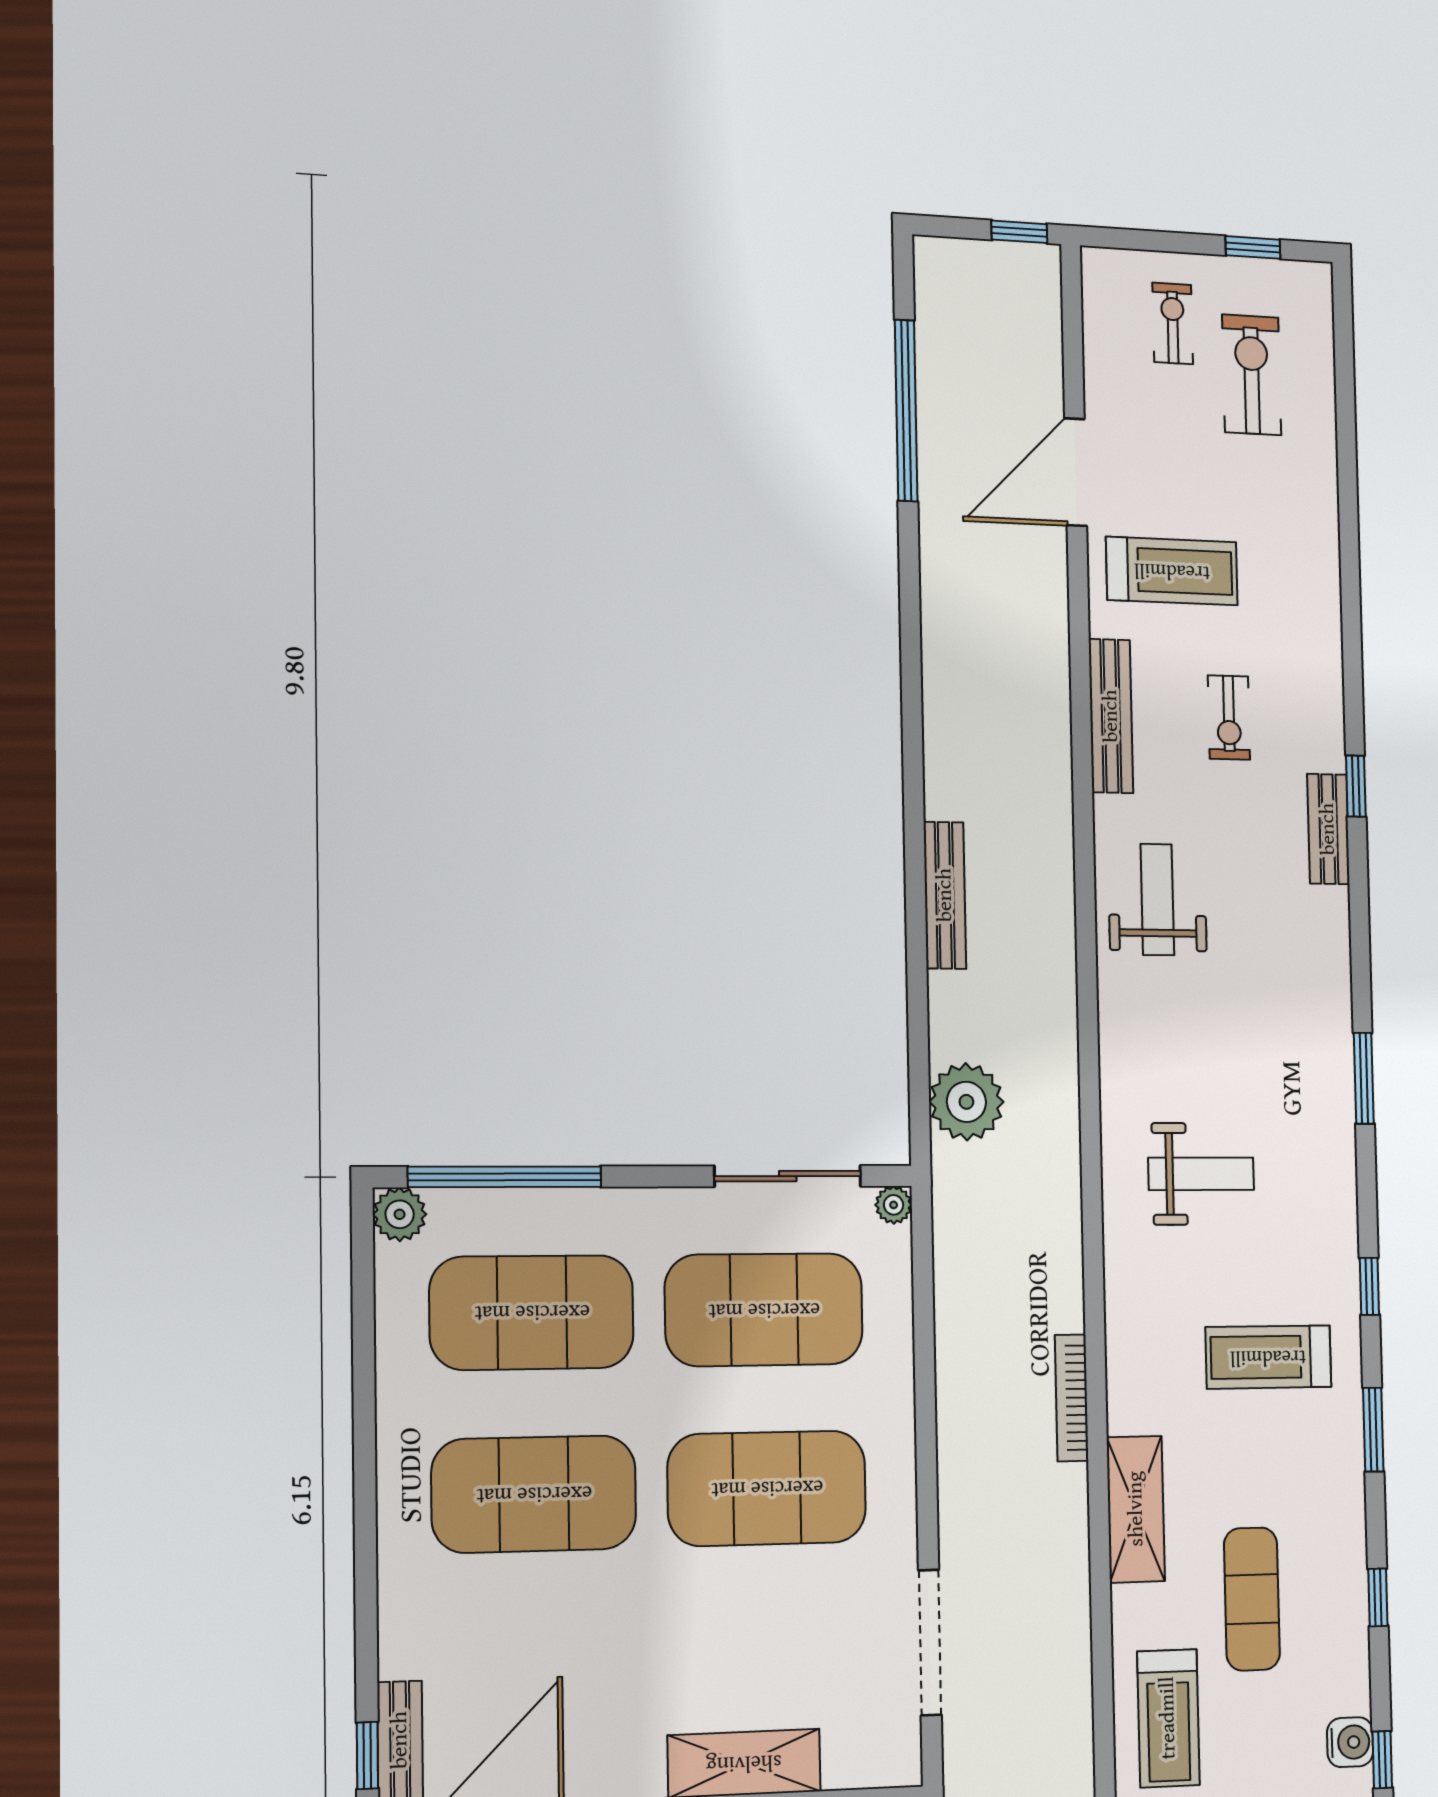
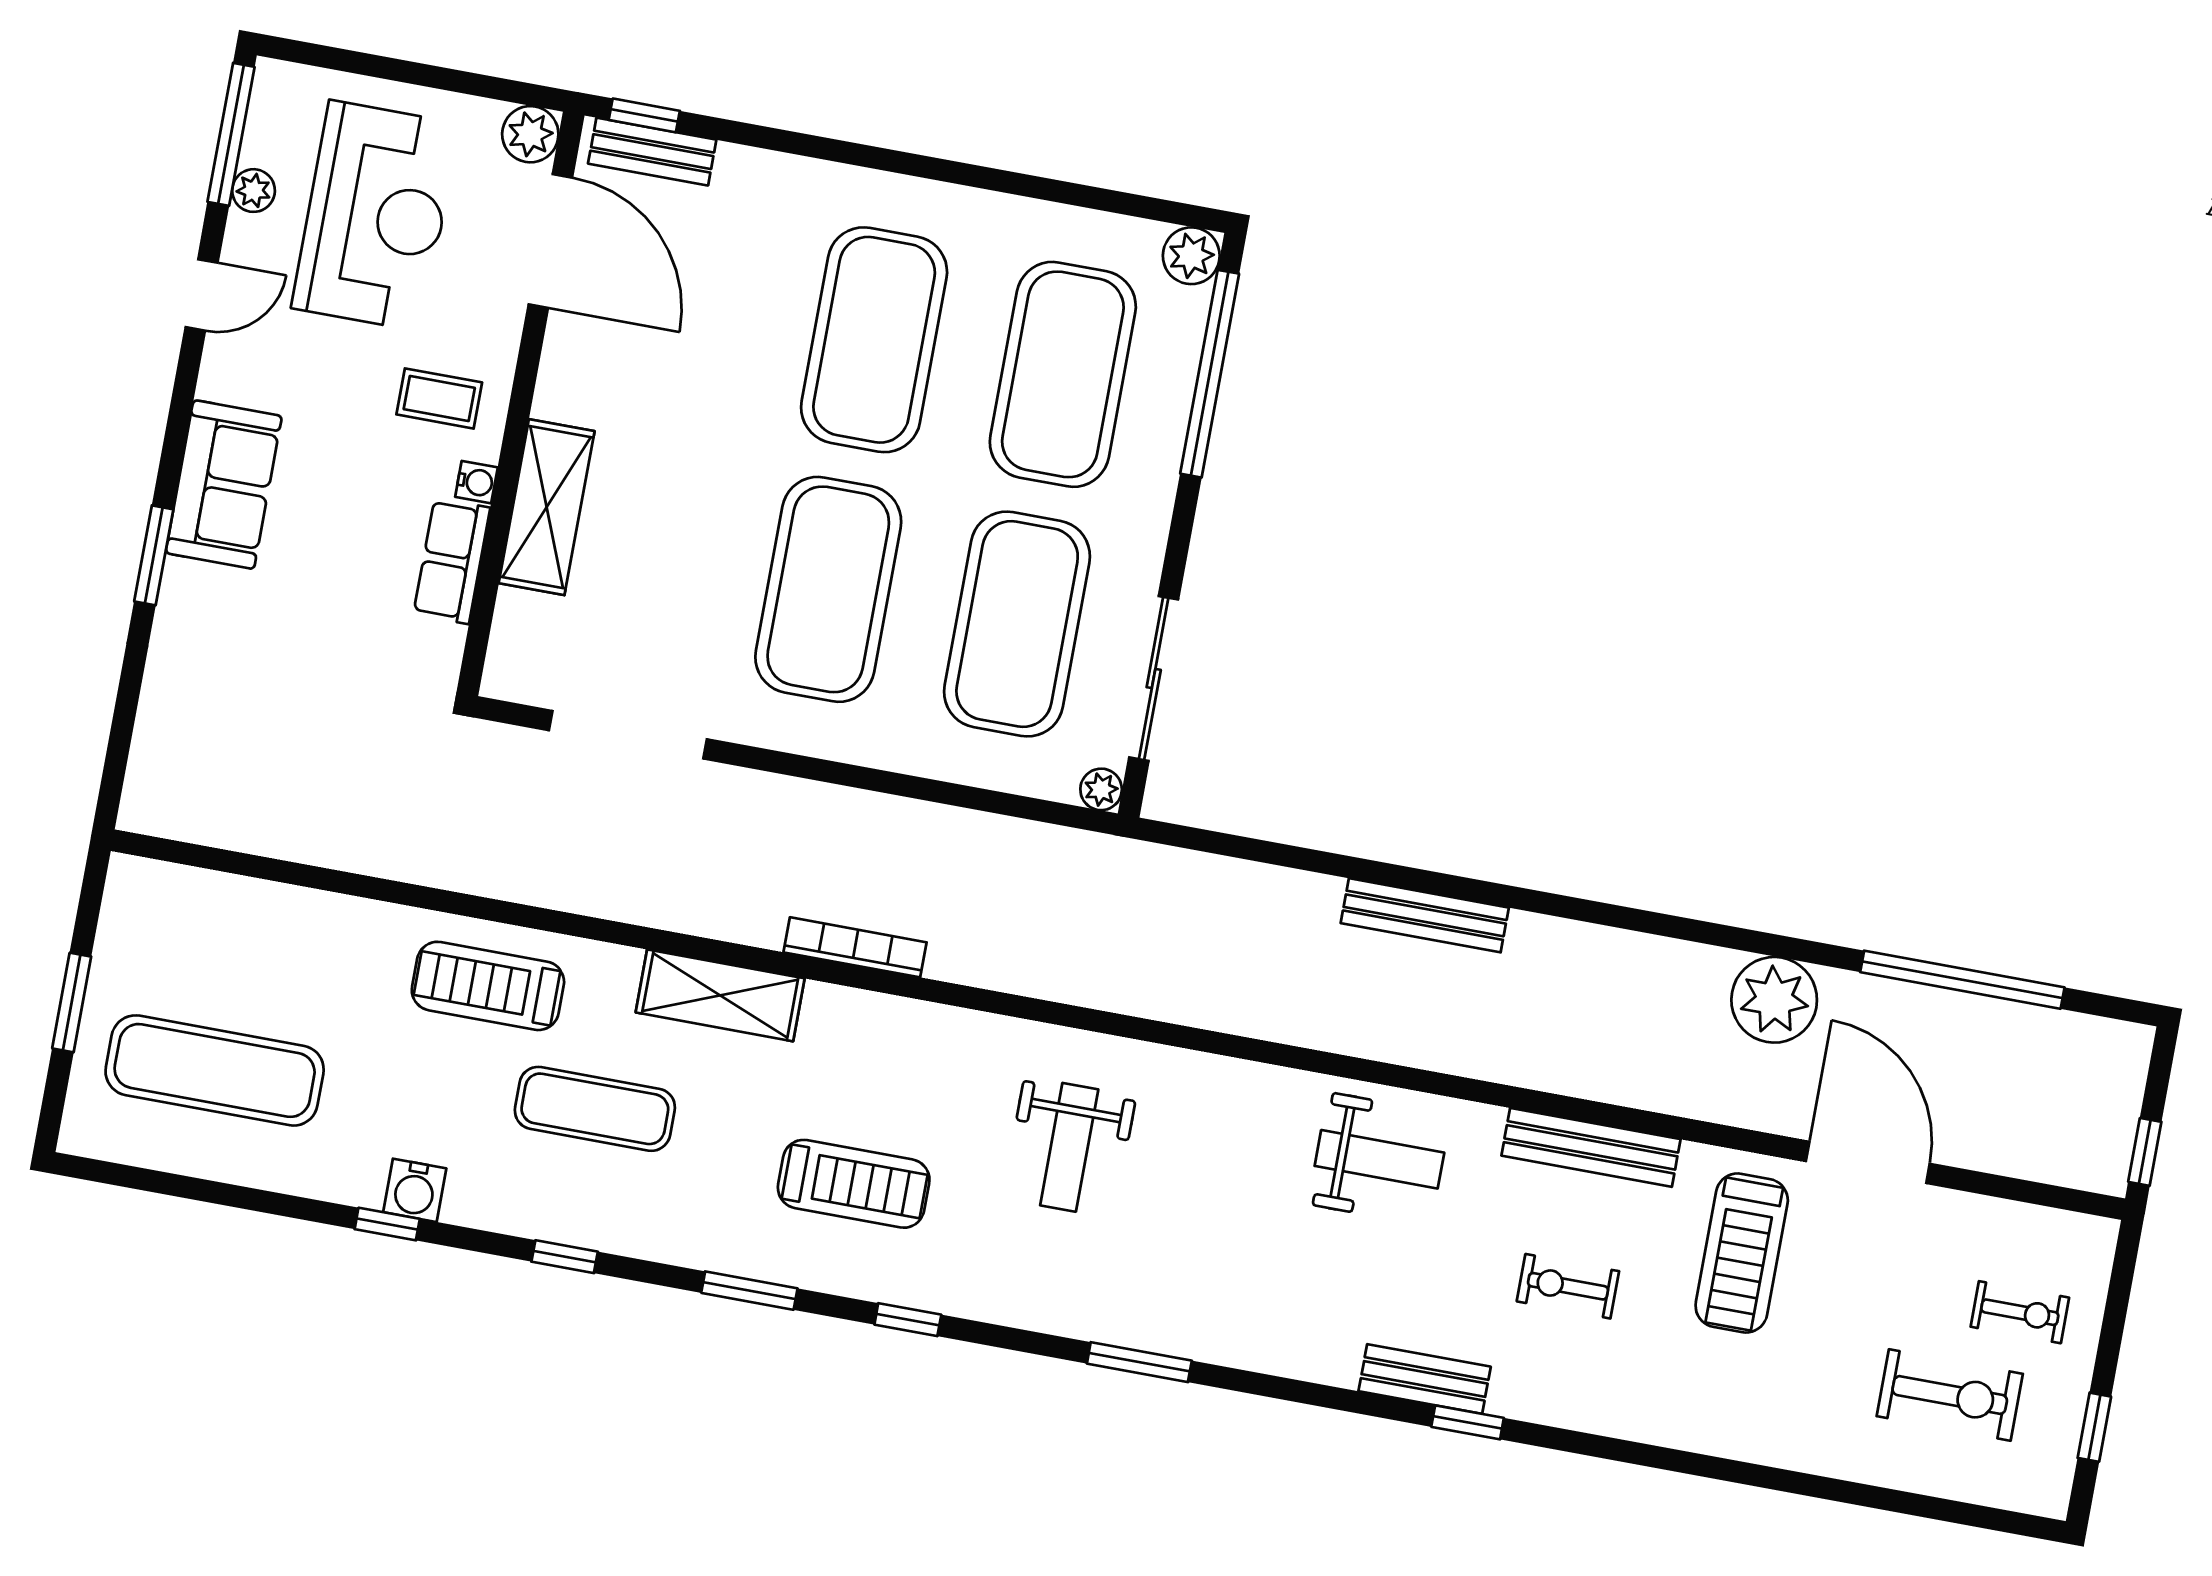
plant: (966, 1102) -> (1774, 1000), moved
treadmill: (1268, 1357) -> (854, 1184), turned 90

